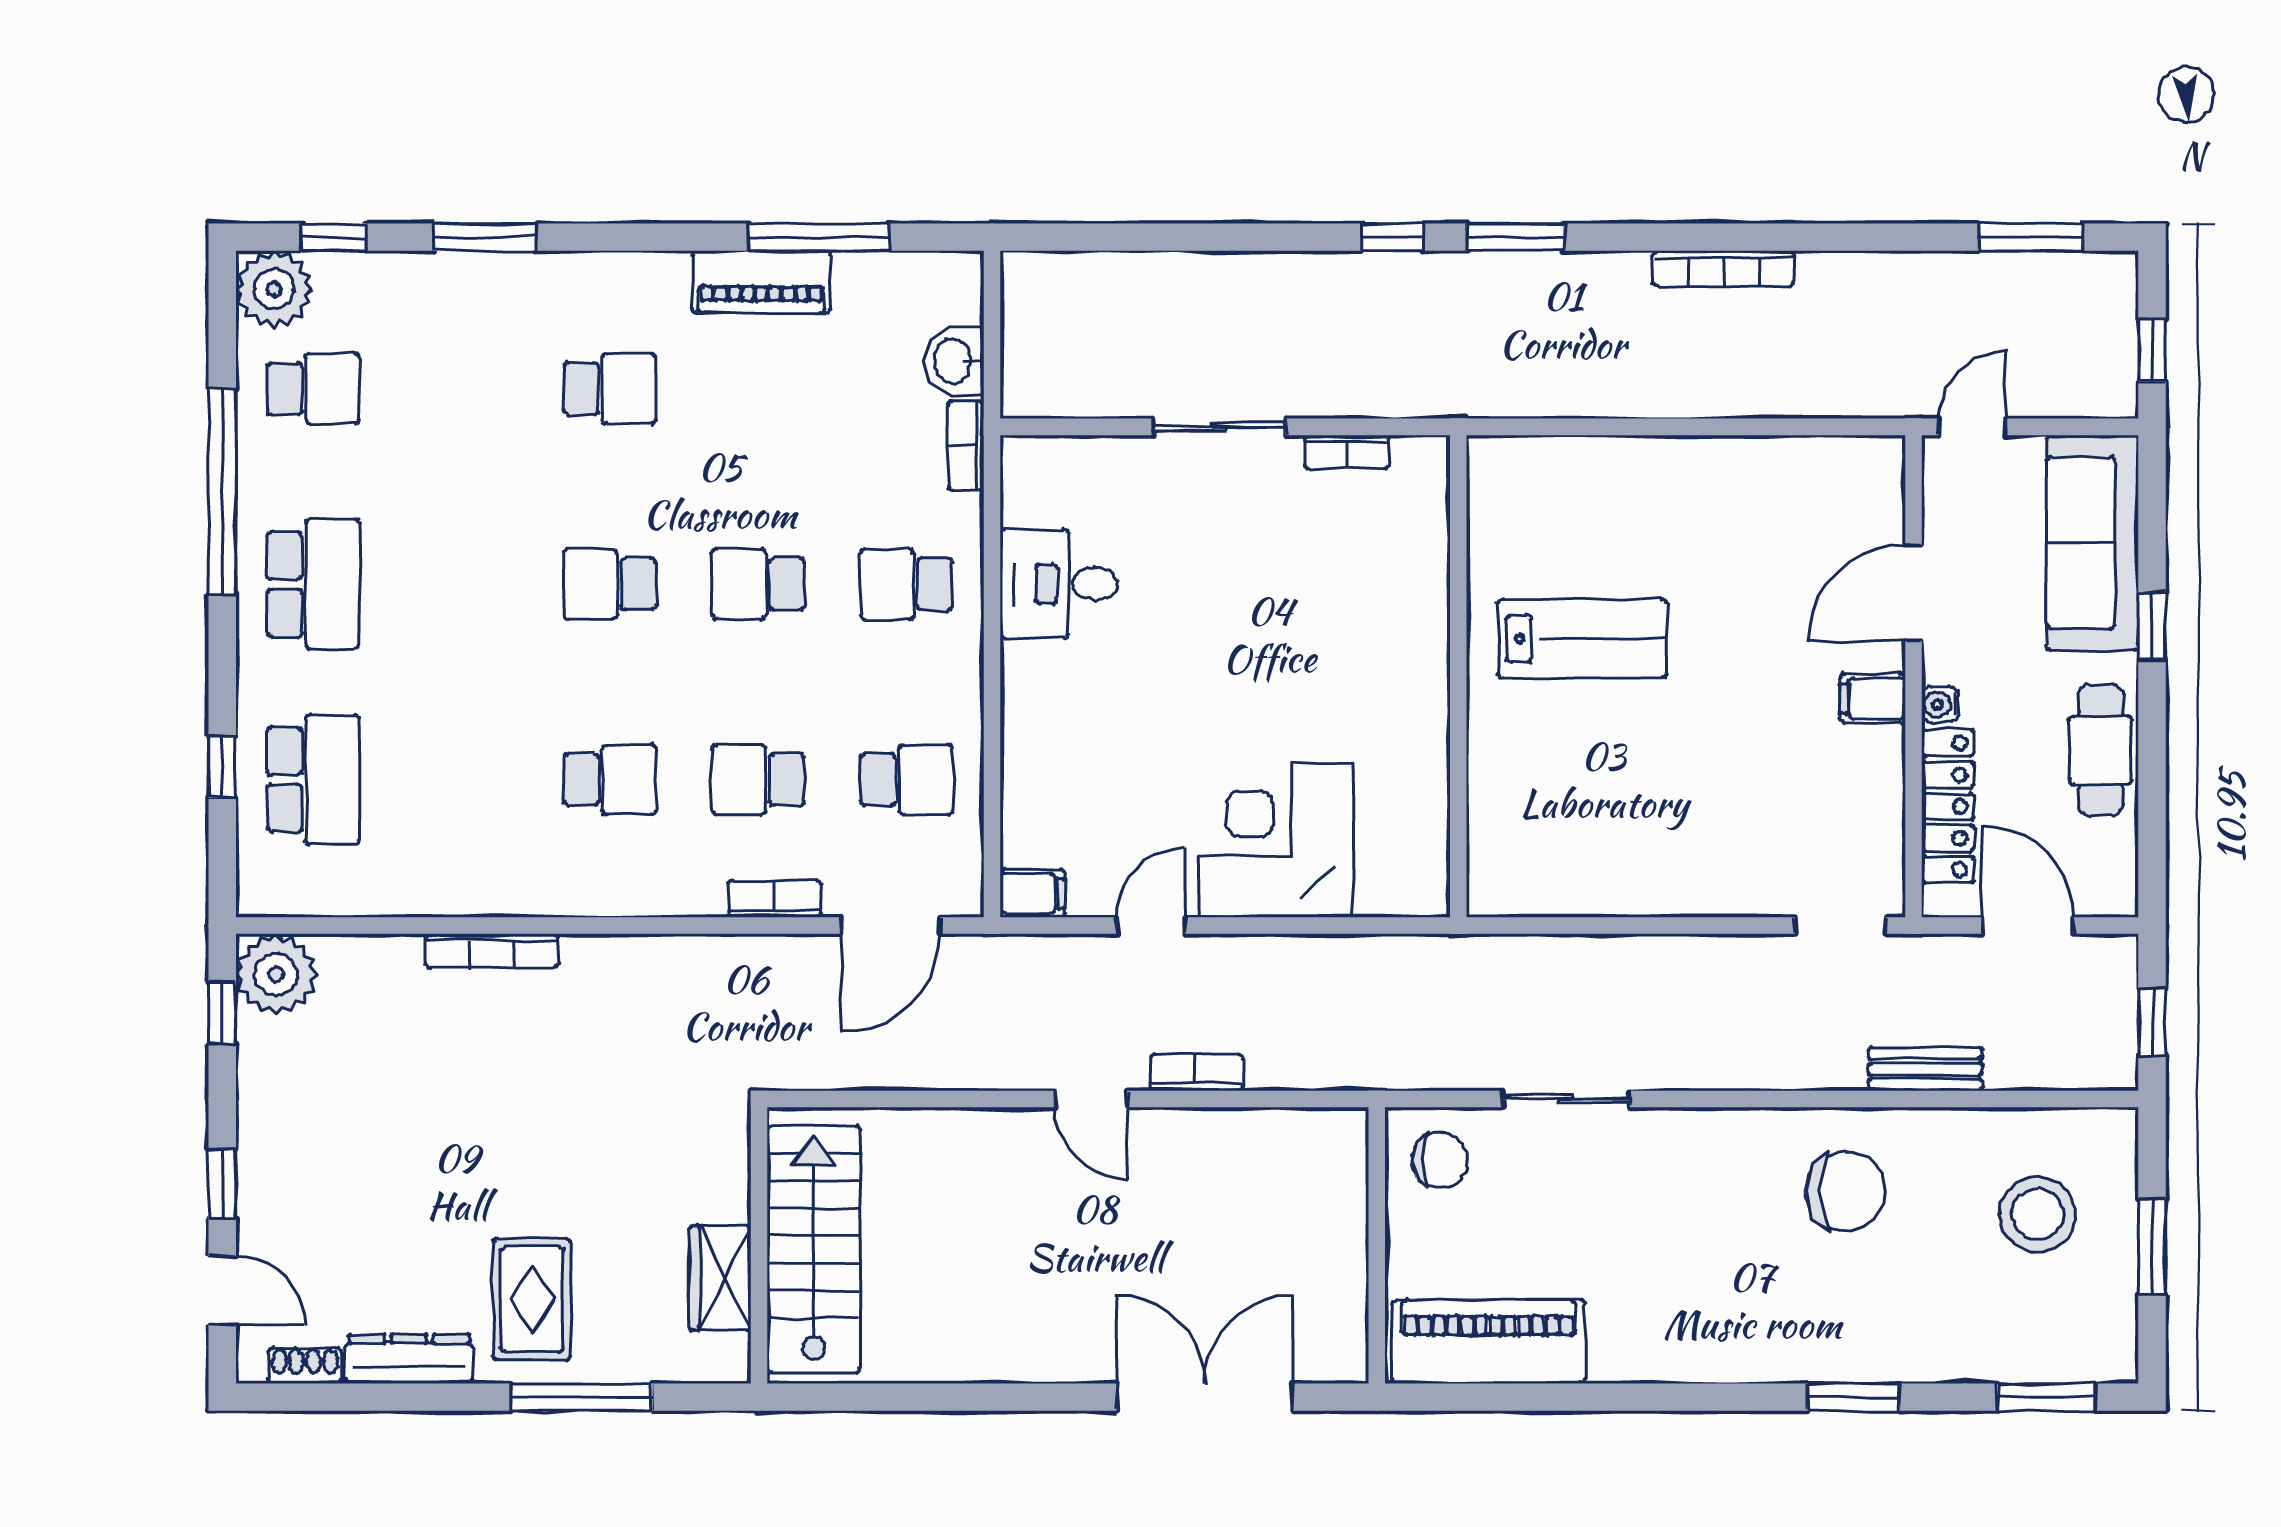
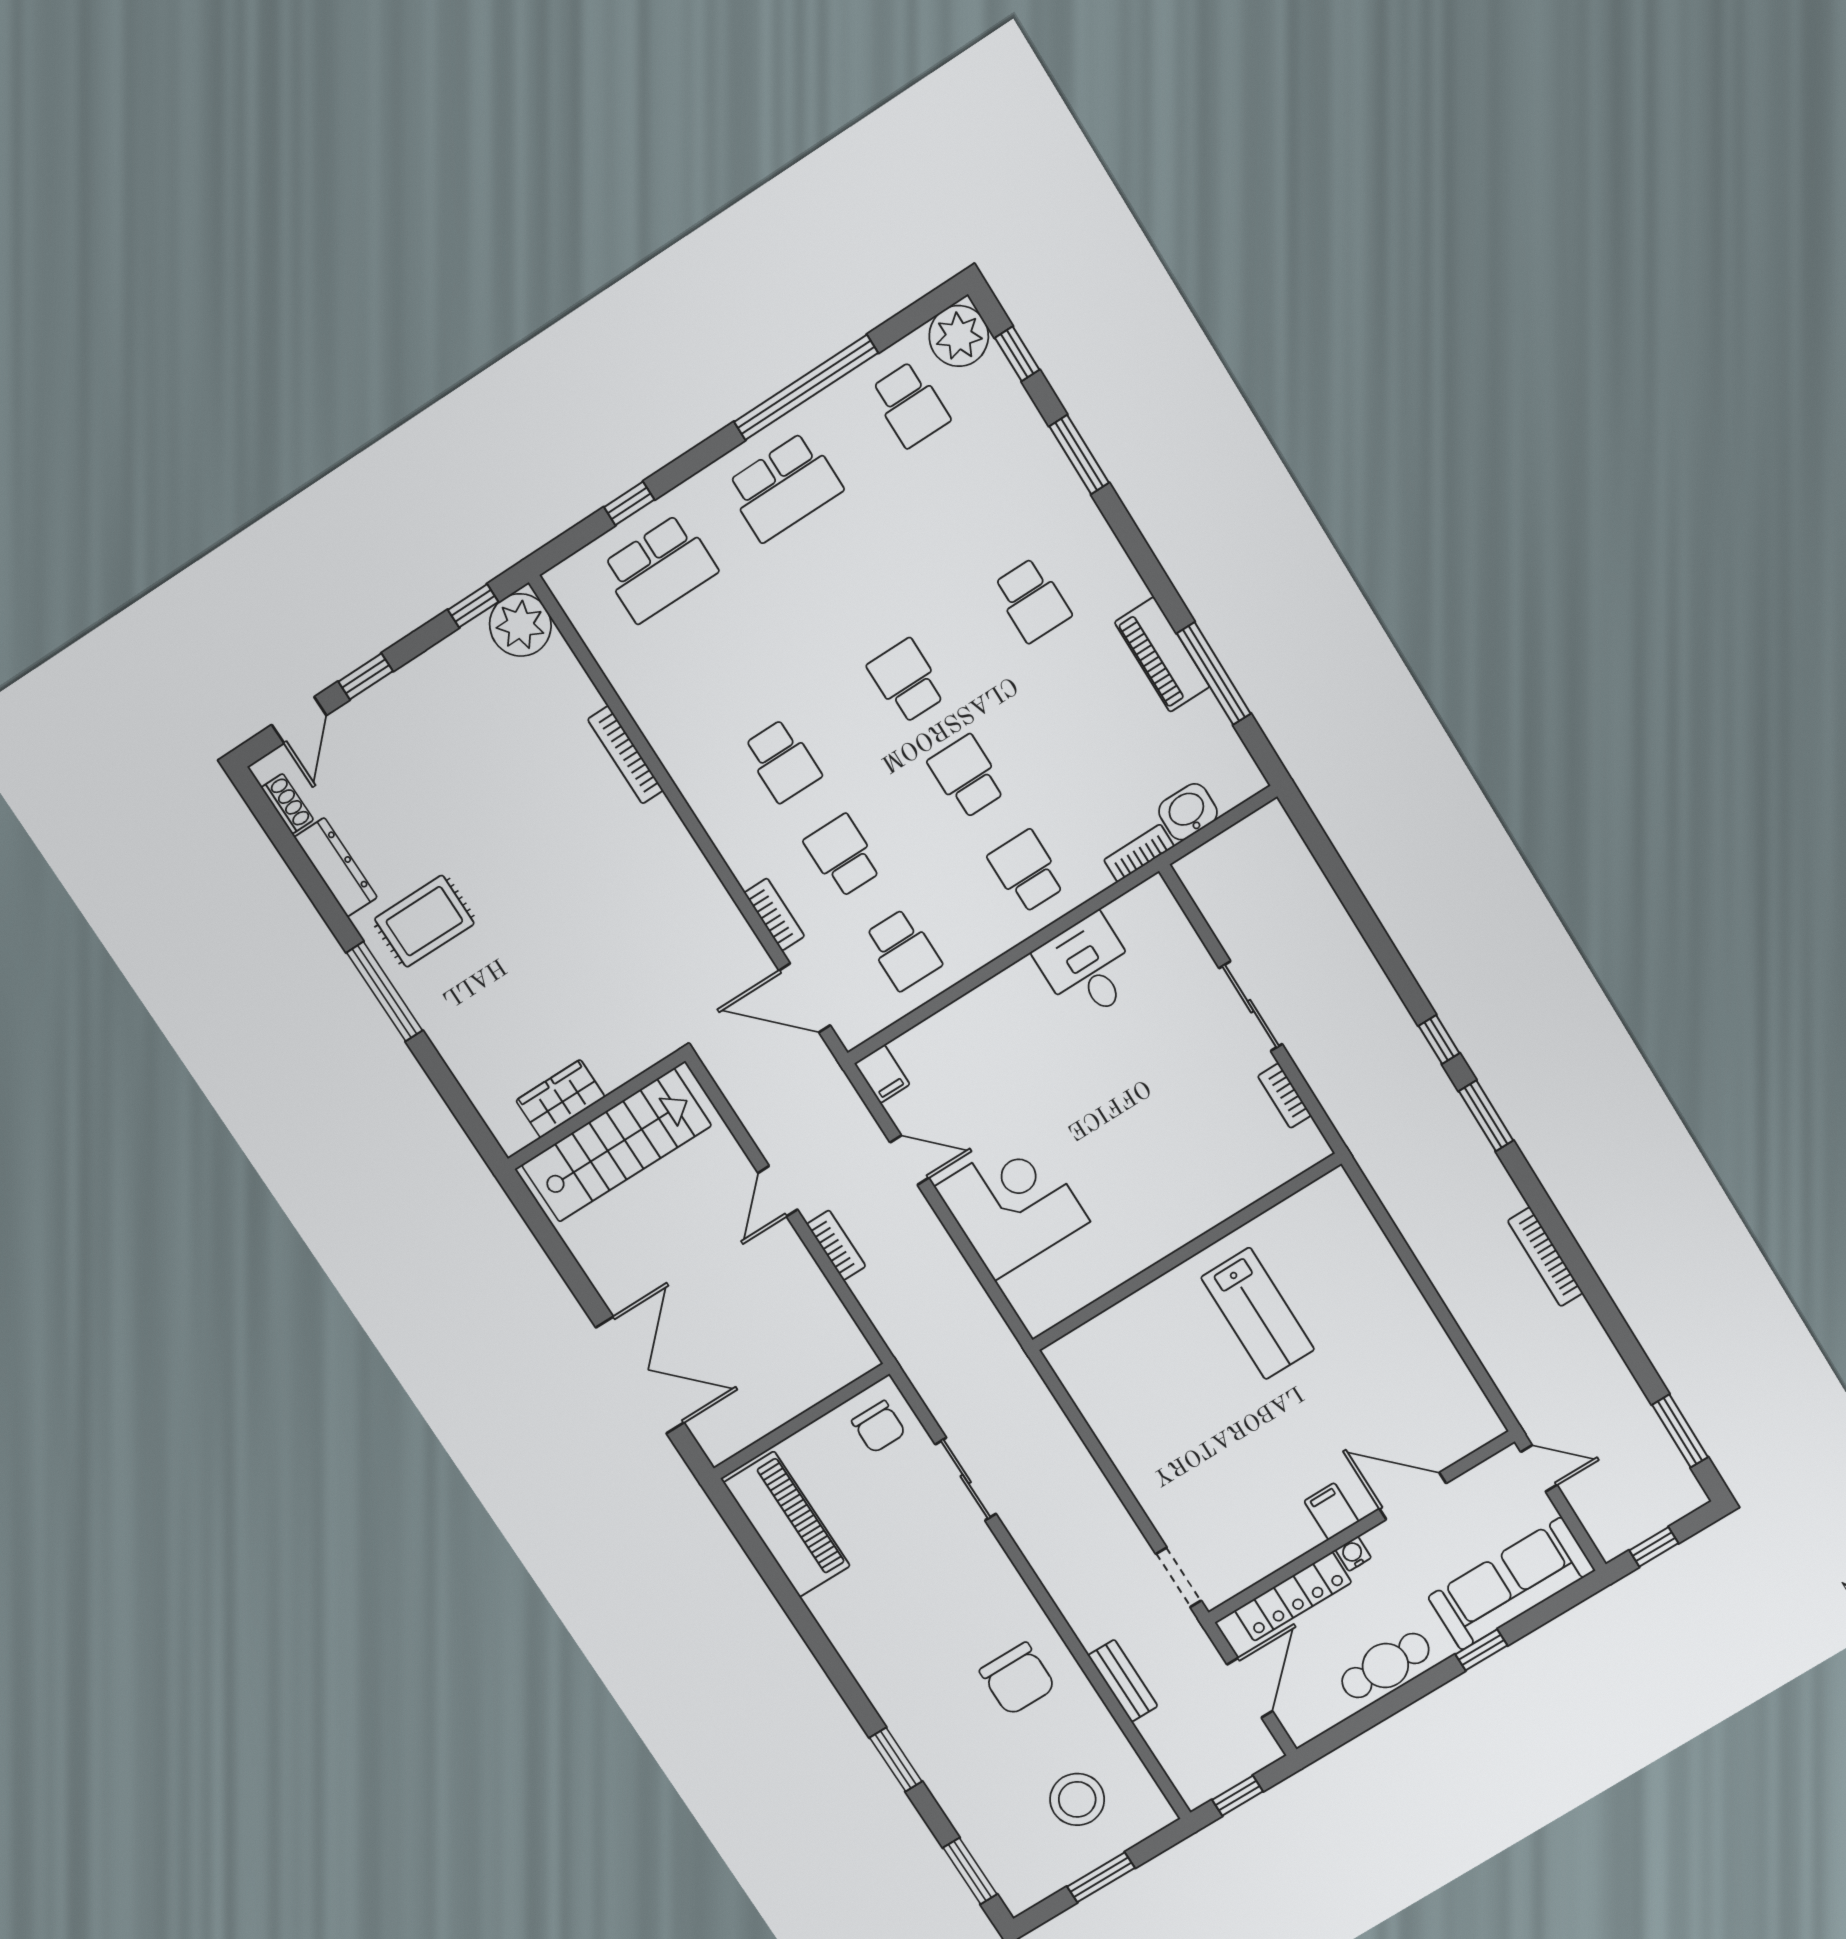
wall: (759, 1245) -> (596, 1110), moved
stairs: (814, 1249) -> (616, 1145), moved
wardrobe: (720, 1278) -> (560, 1099), moved

